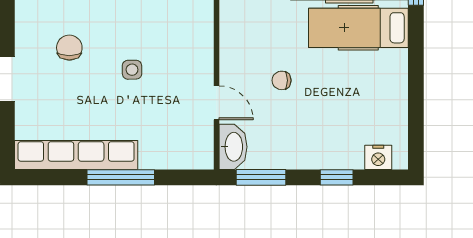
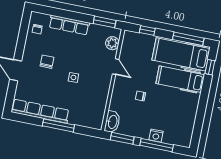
door: (216, 103) -> (116, 67), moved
nightstand: (378, 157) -> (156, 136), moved
window: (337, 177) -> (157, 145), width x2.17

